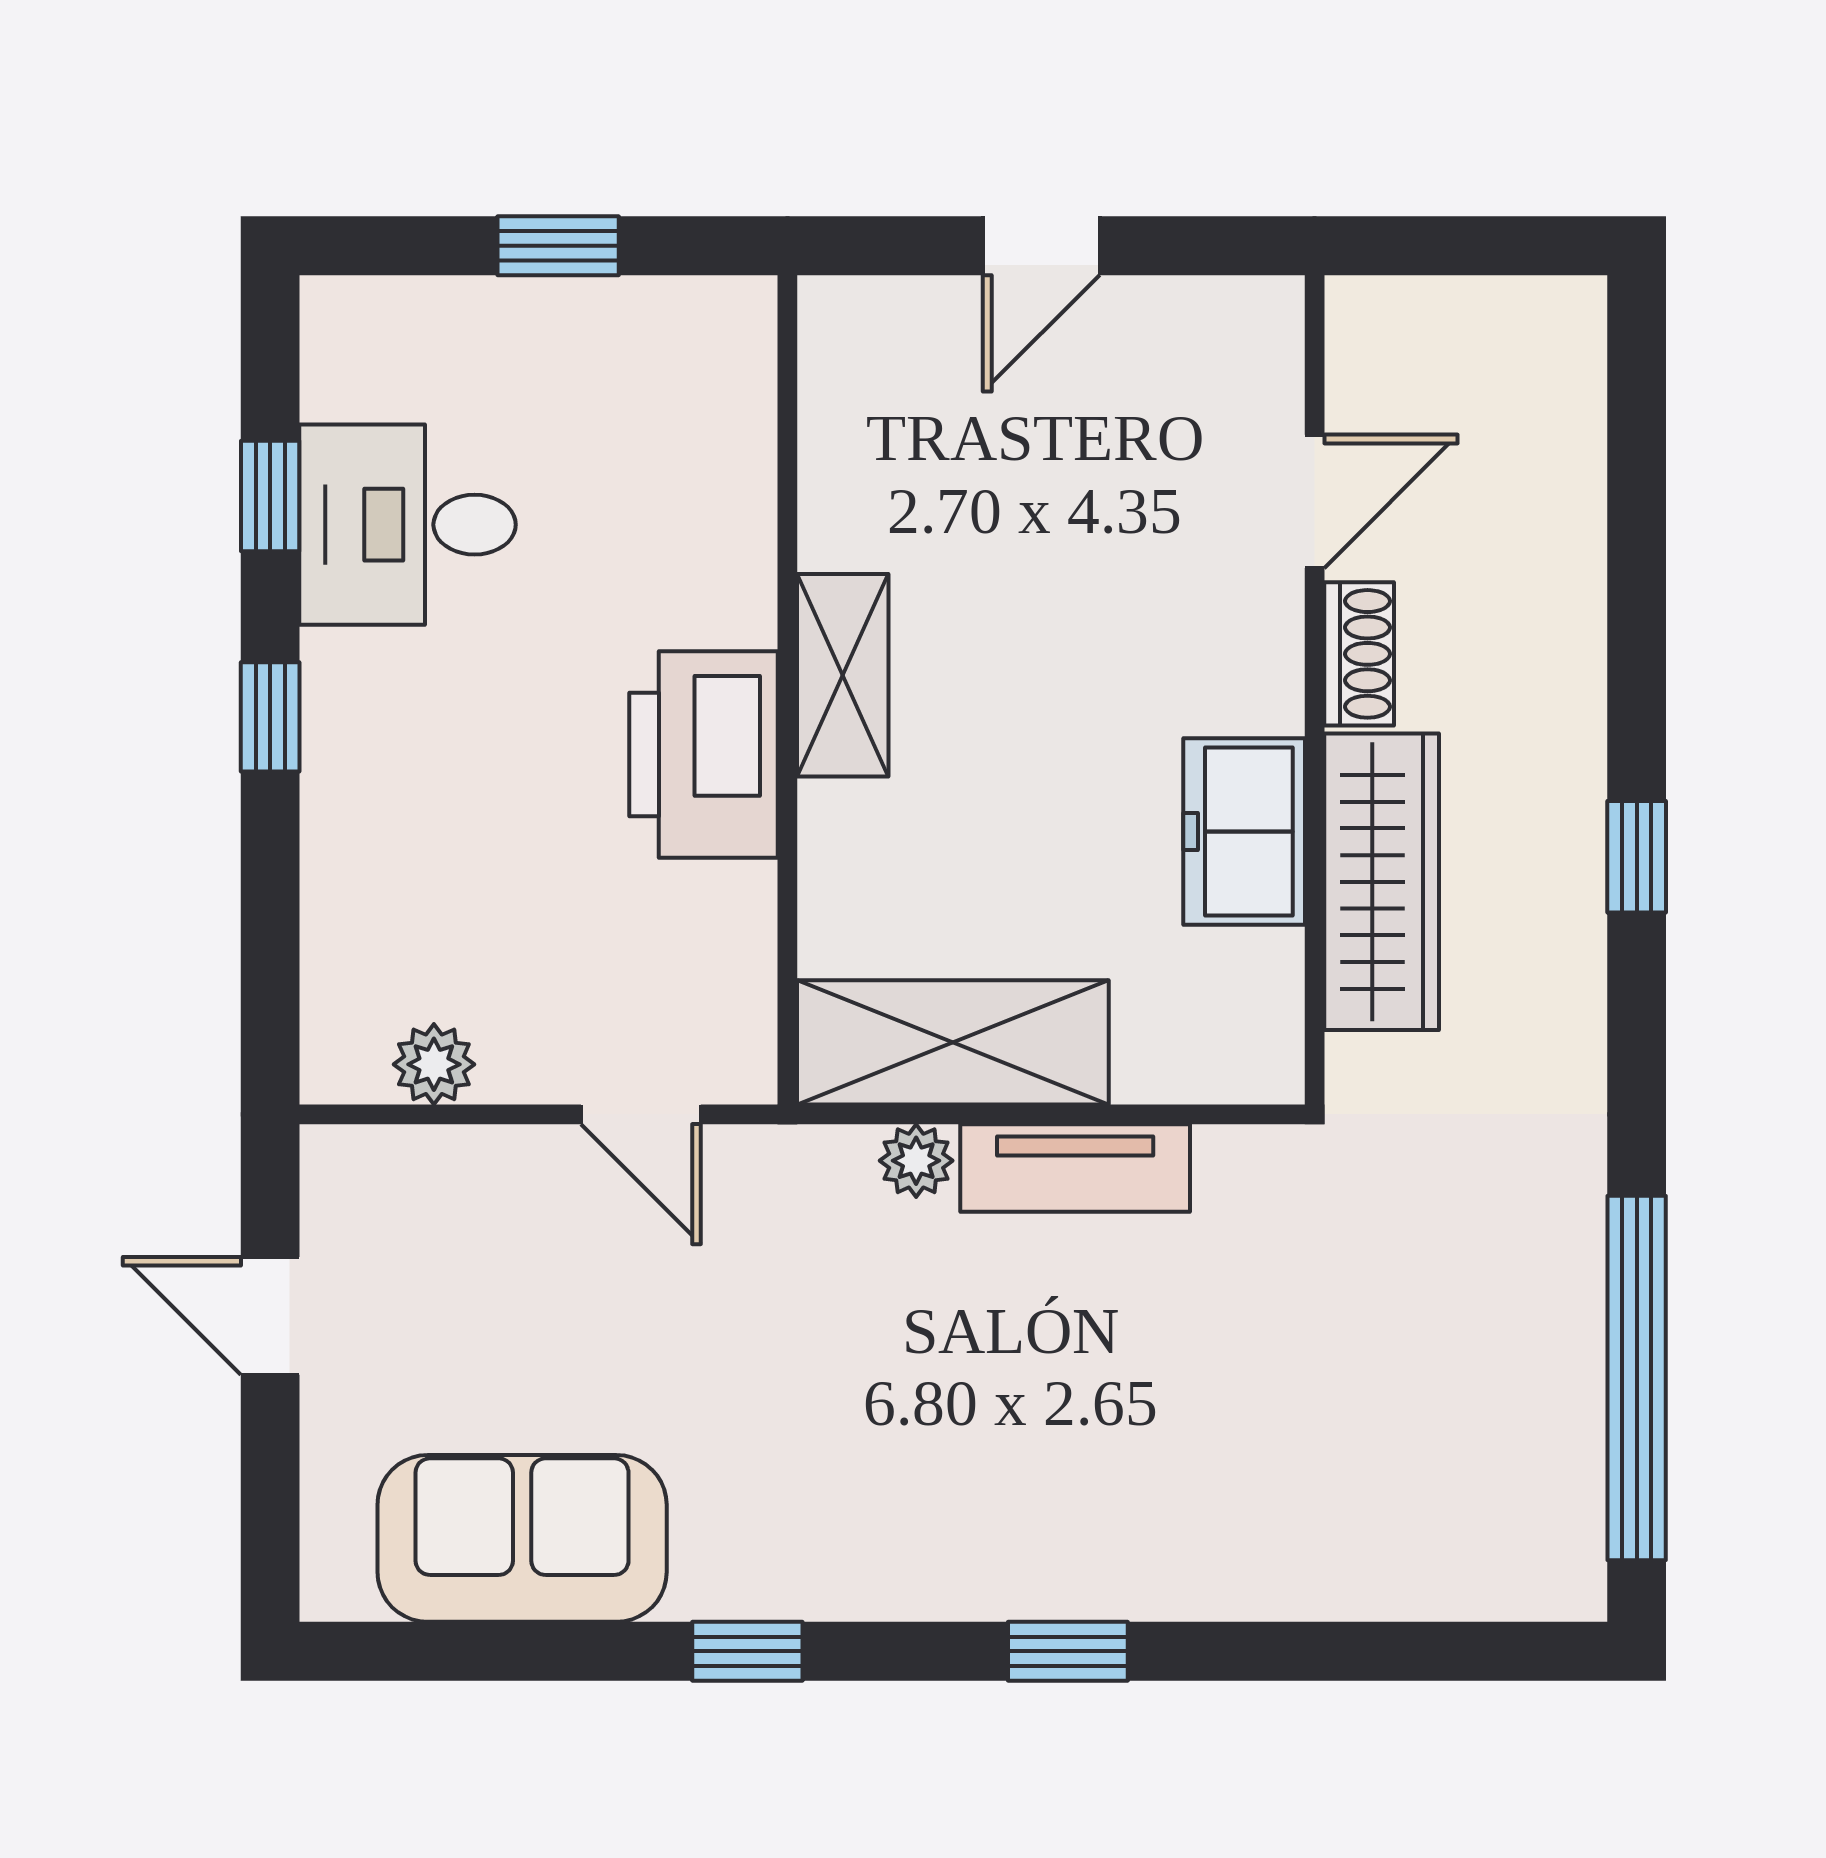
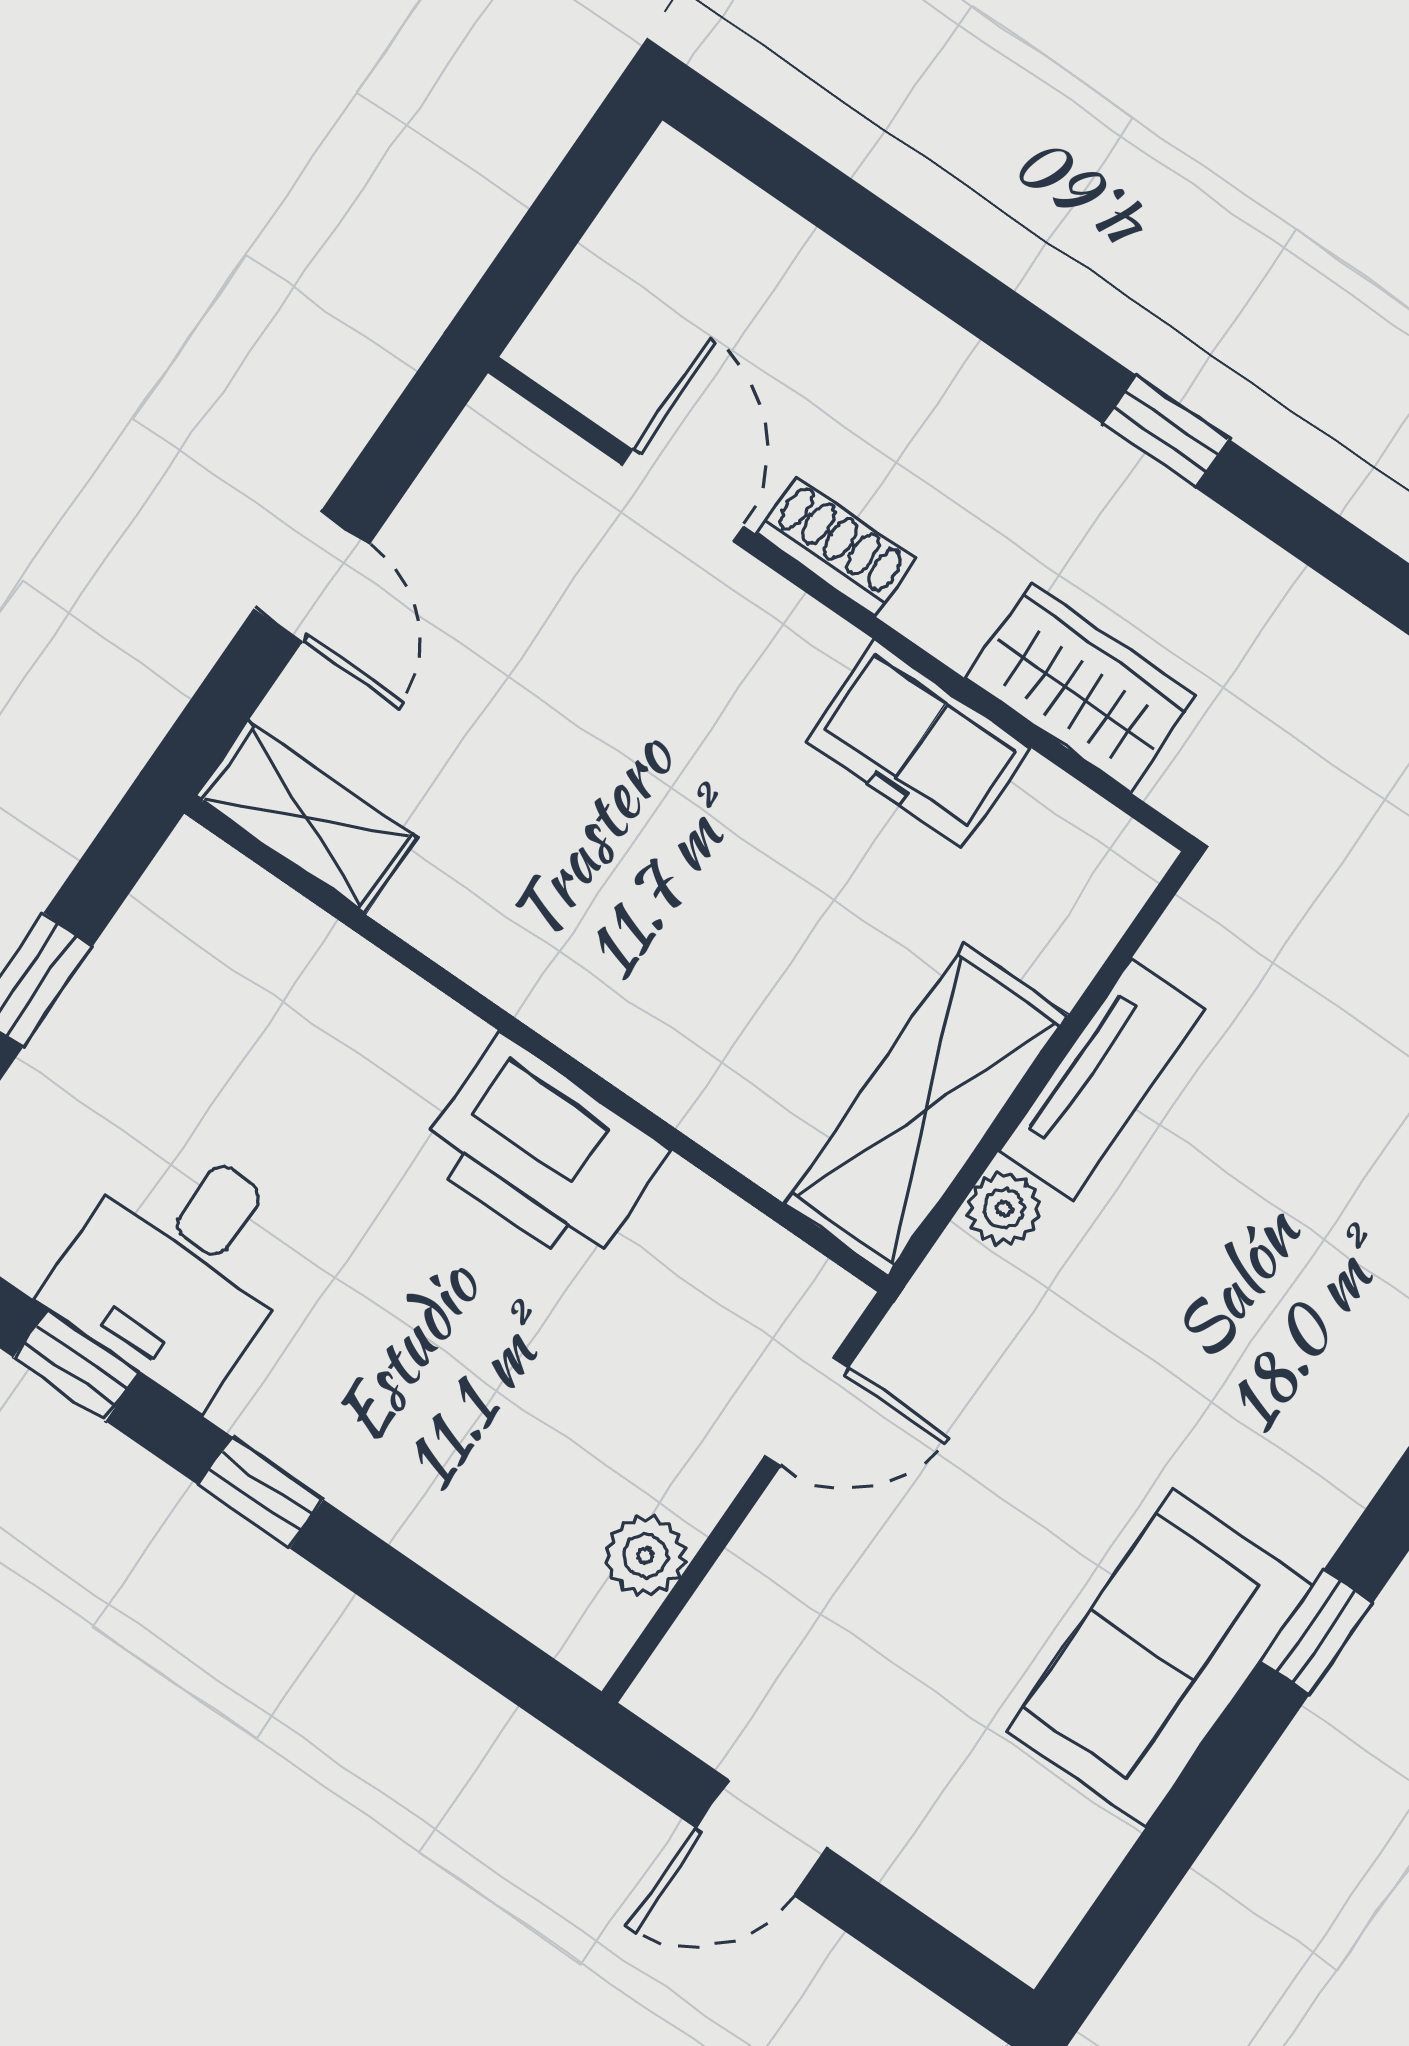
shelving: (843, 675) -> (306, 818), moved
wardrobe: (1382, 882) -> (1081, 687), width x0.67
sofa: (522, 1538) -> (1160, 1658), moved

